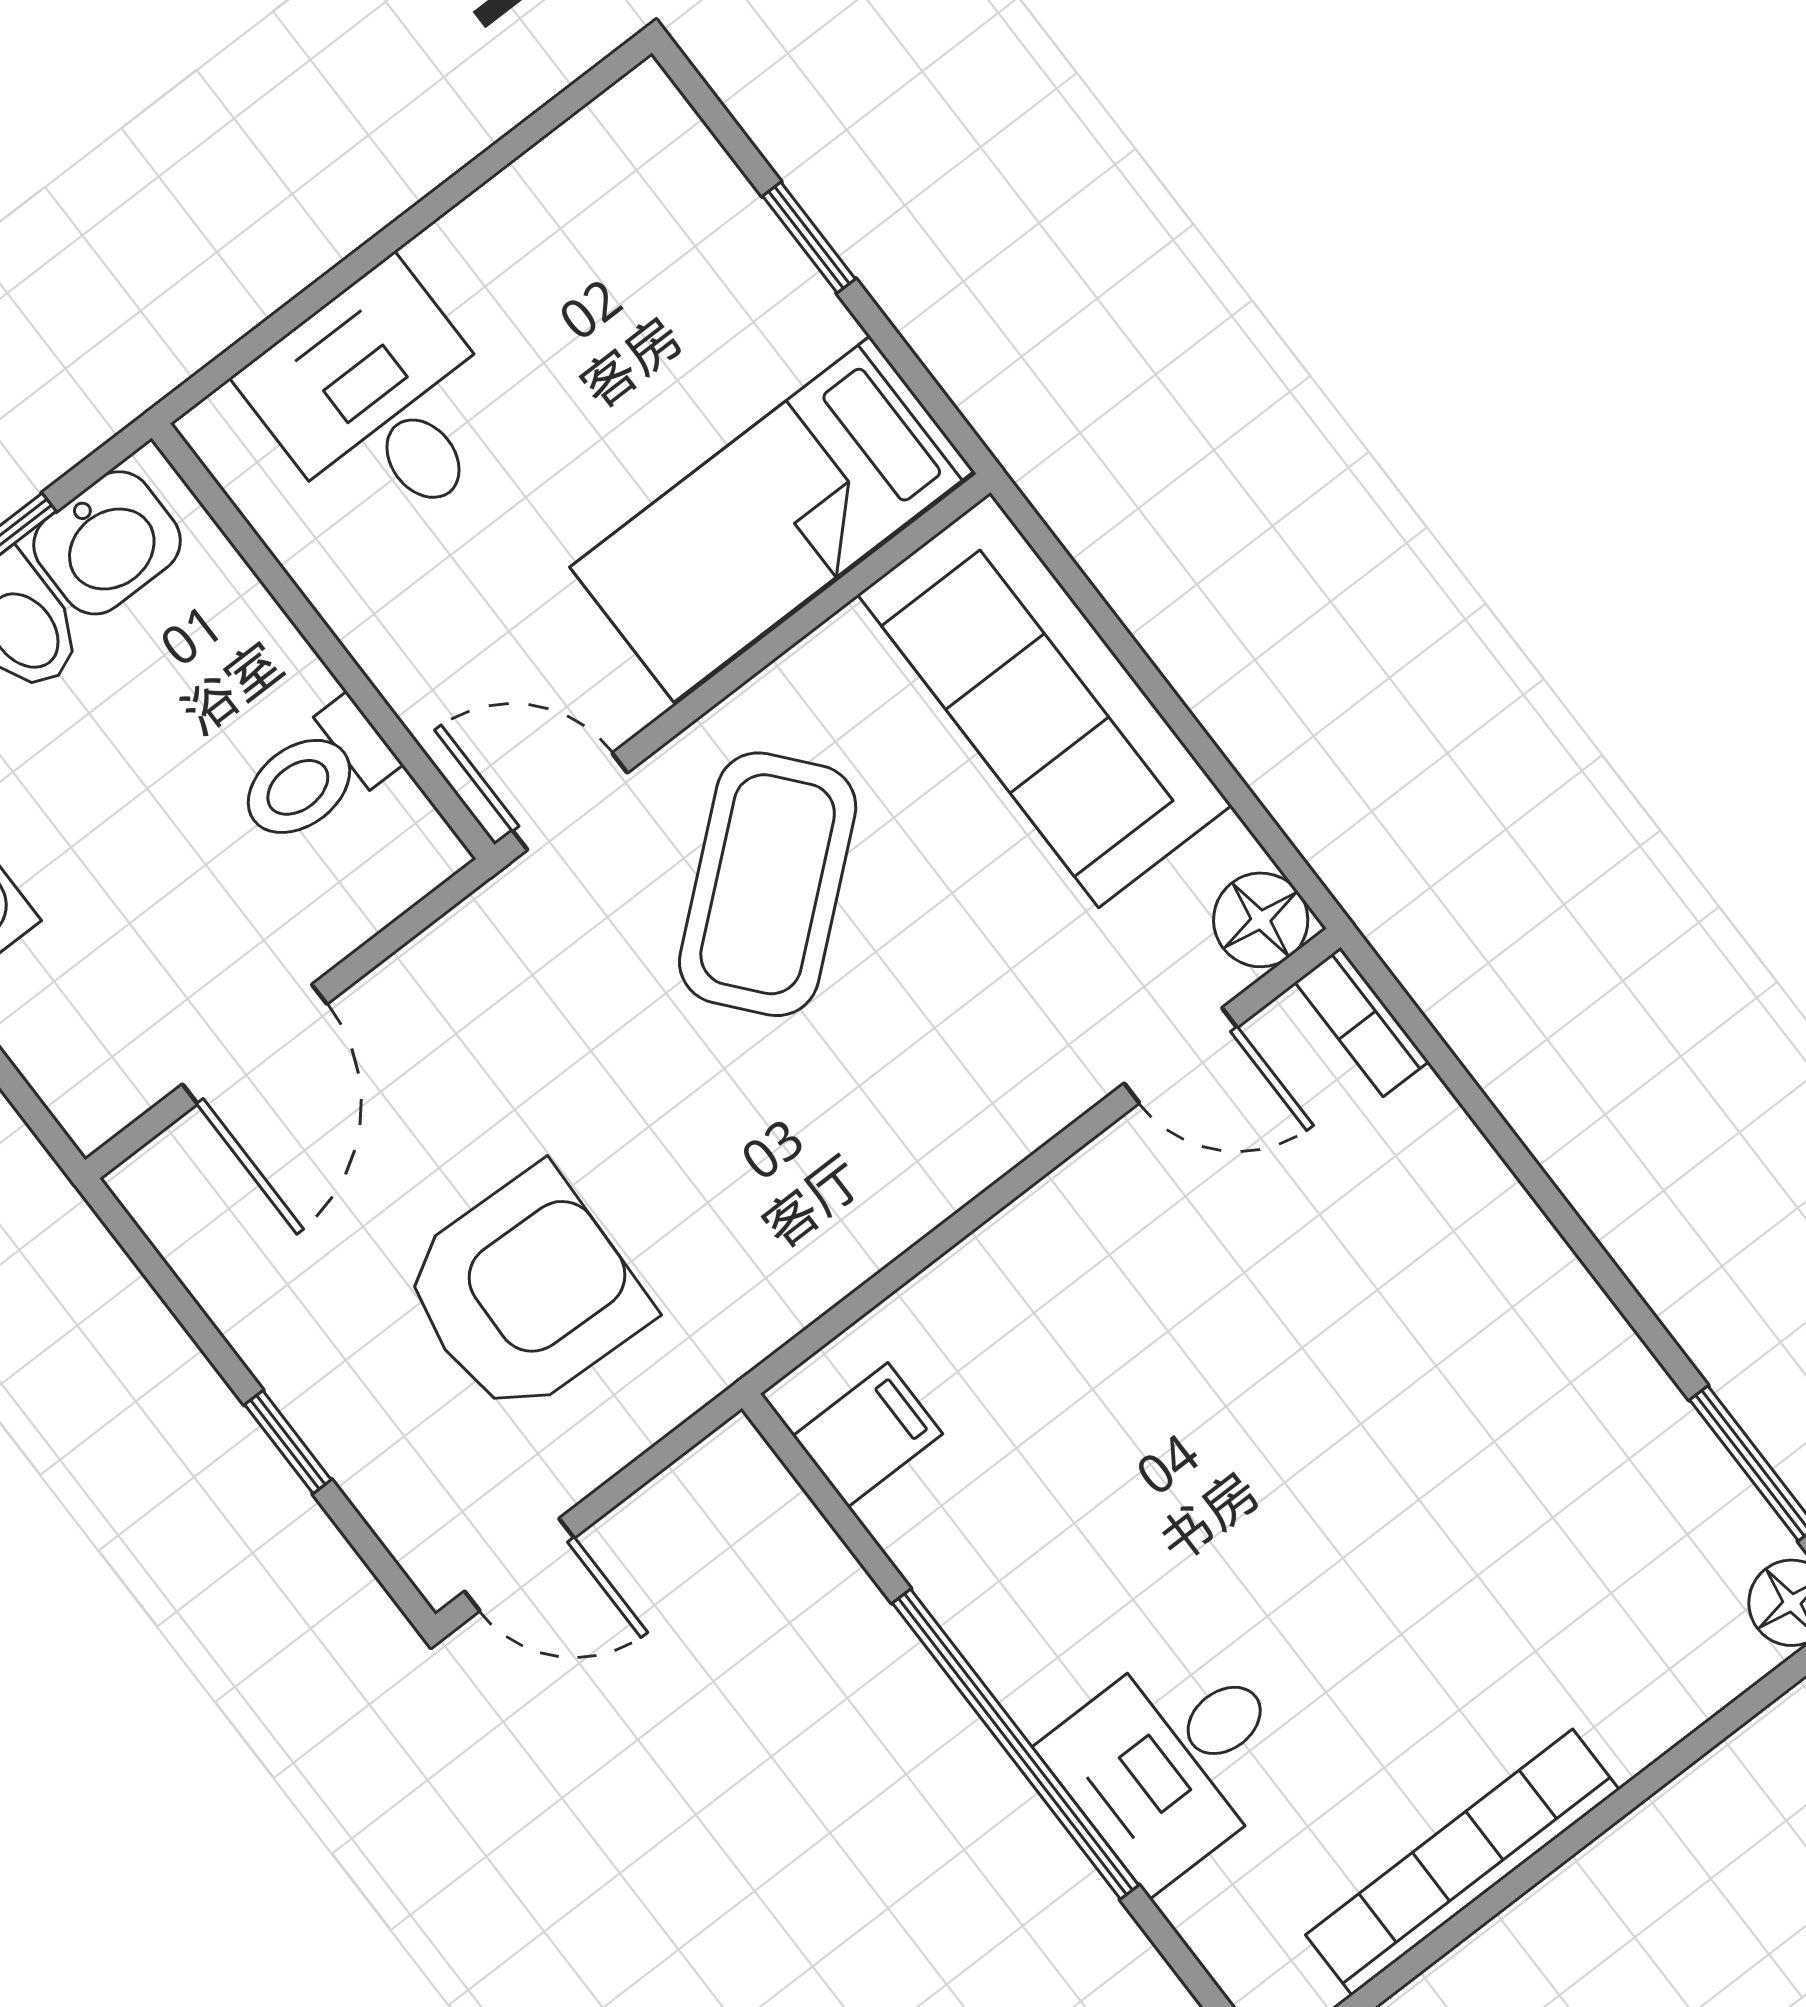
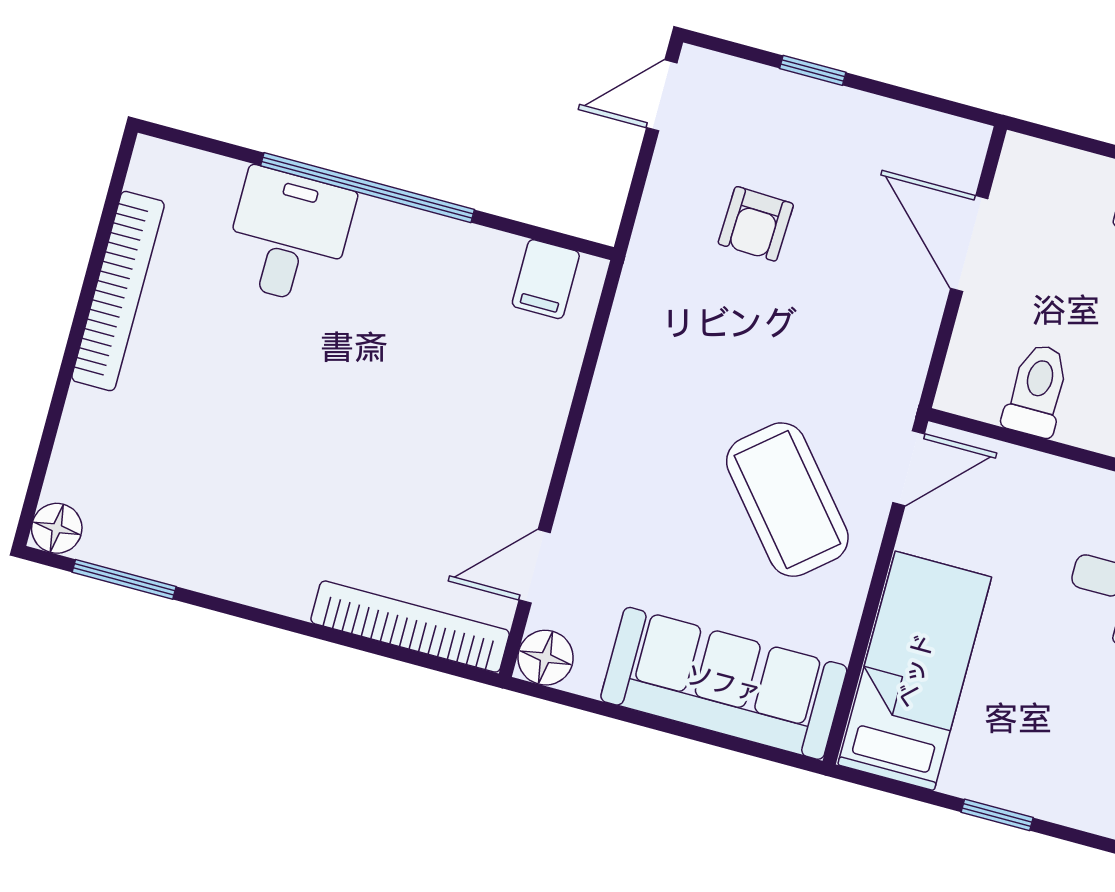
bookcase: (1362, 1022) -> (410, 627), width x2.31, depth x1.31
armchair: (525, 1292) -> (756, 224), width x0.53, depth x0.53

